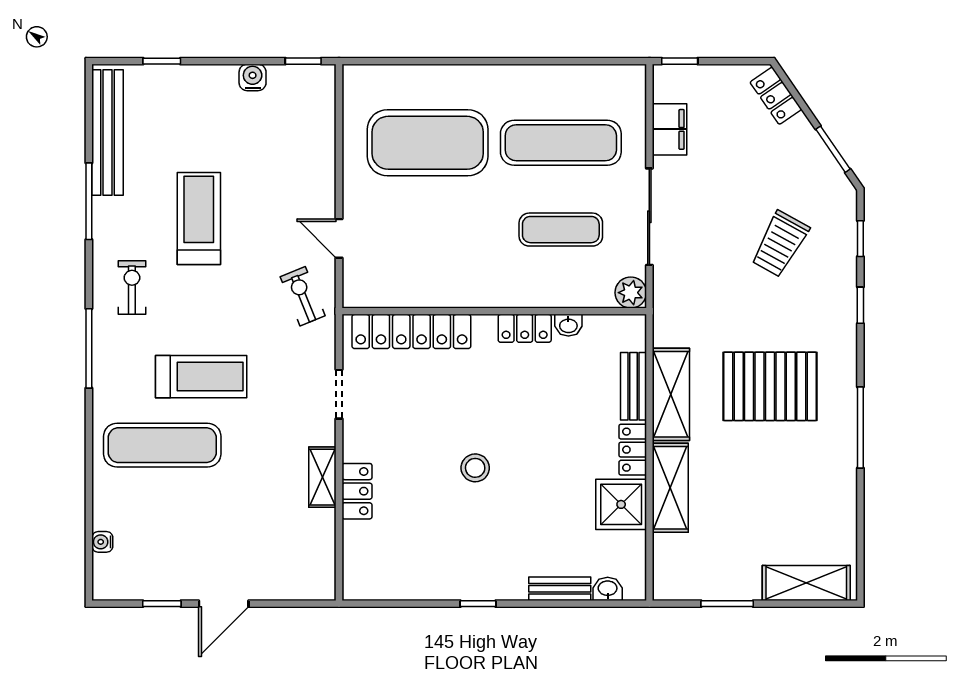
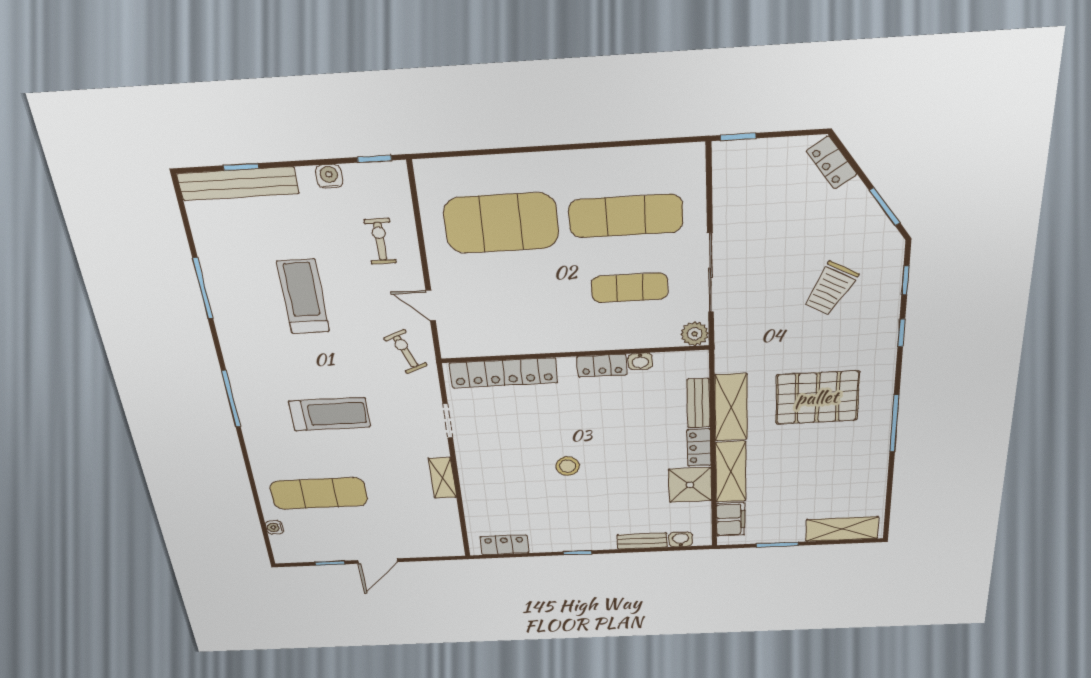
filing cabinet: (670, 129) -> (731, 519), moved
bench: (108, 133) -> (238, 184), moved, turned 90
exercise bike: (132, 287) -> (380, 241), moved
exercise mat: (162, 445) -> (319, 493), moved
locker: (357, 491) -> (504, 545), moved, turned -90

